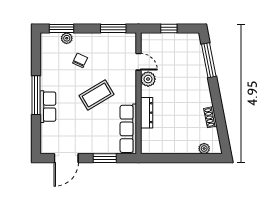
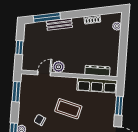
bench: (201, 76) -> (59, 24), added
coffee table: (97, 95) -> (68, 109), turned -44
dresser: (147, 113) -> (97, 71), moved

